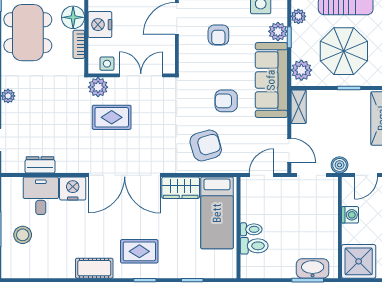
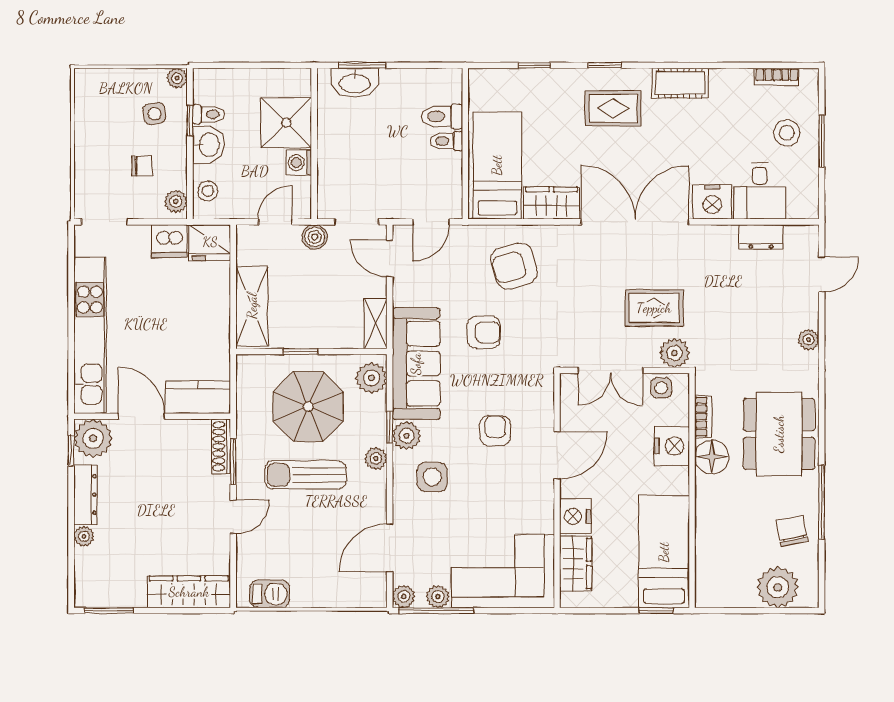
shower: (359, 261) -> (286, 123), moved
bookcase: (29, 272) -> (777, 77), added

